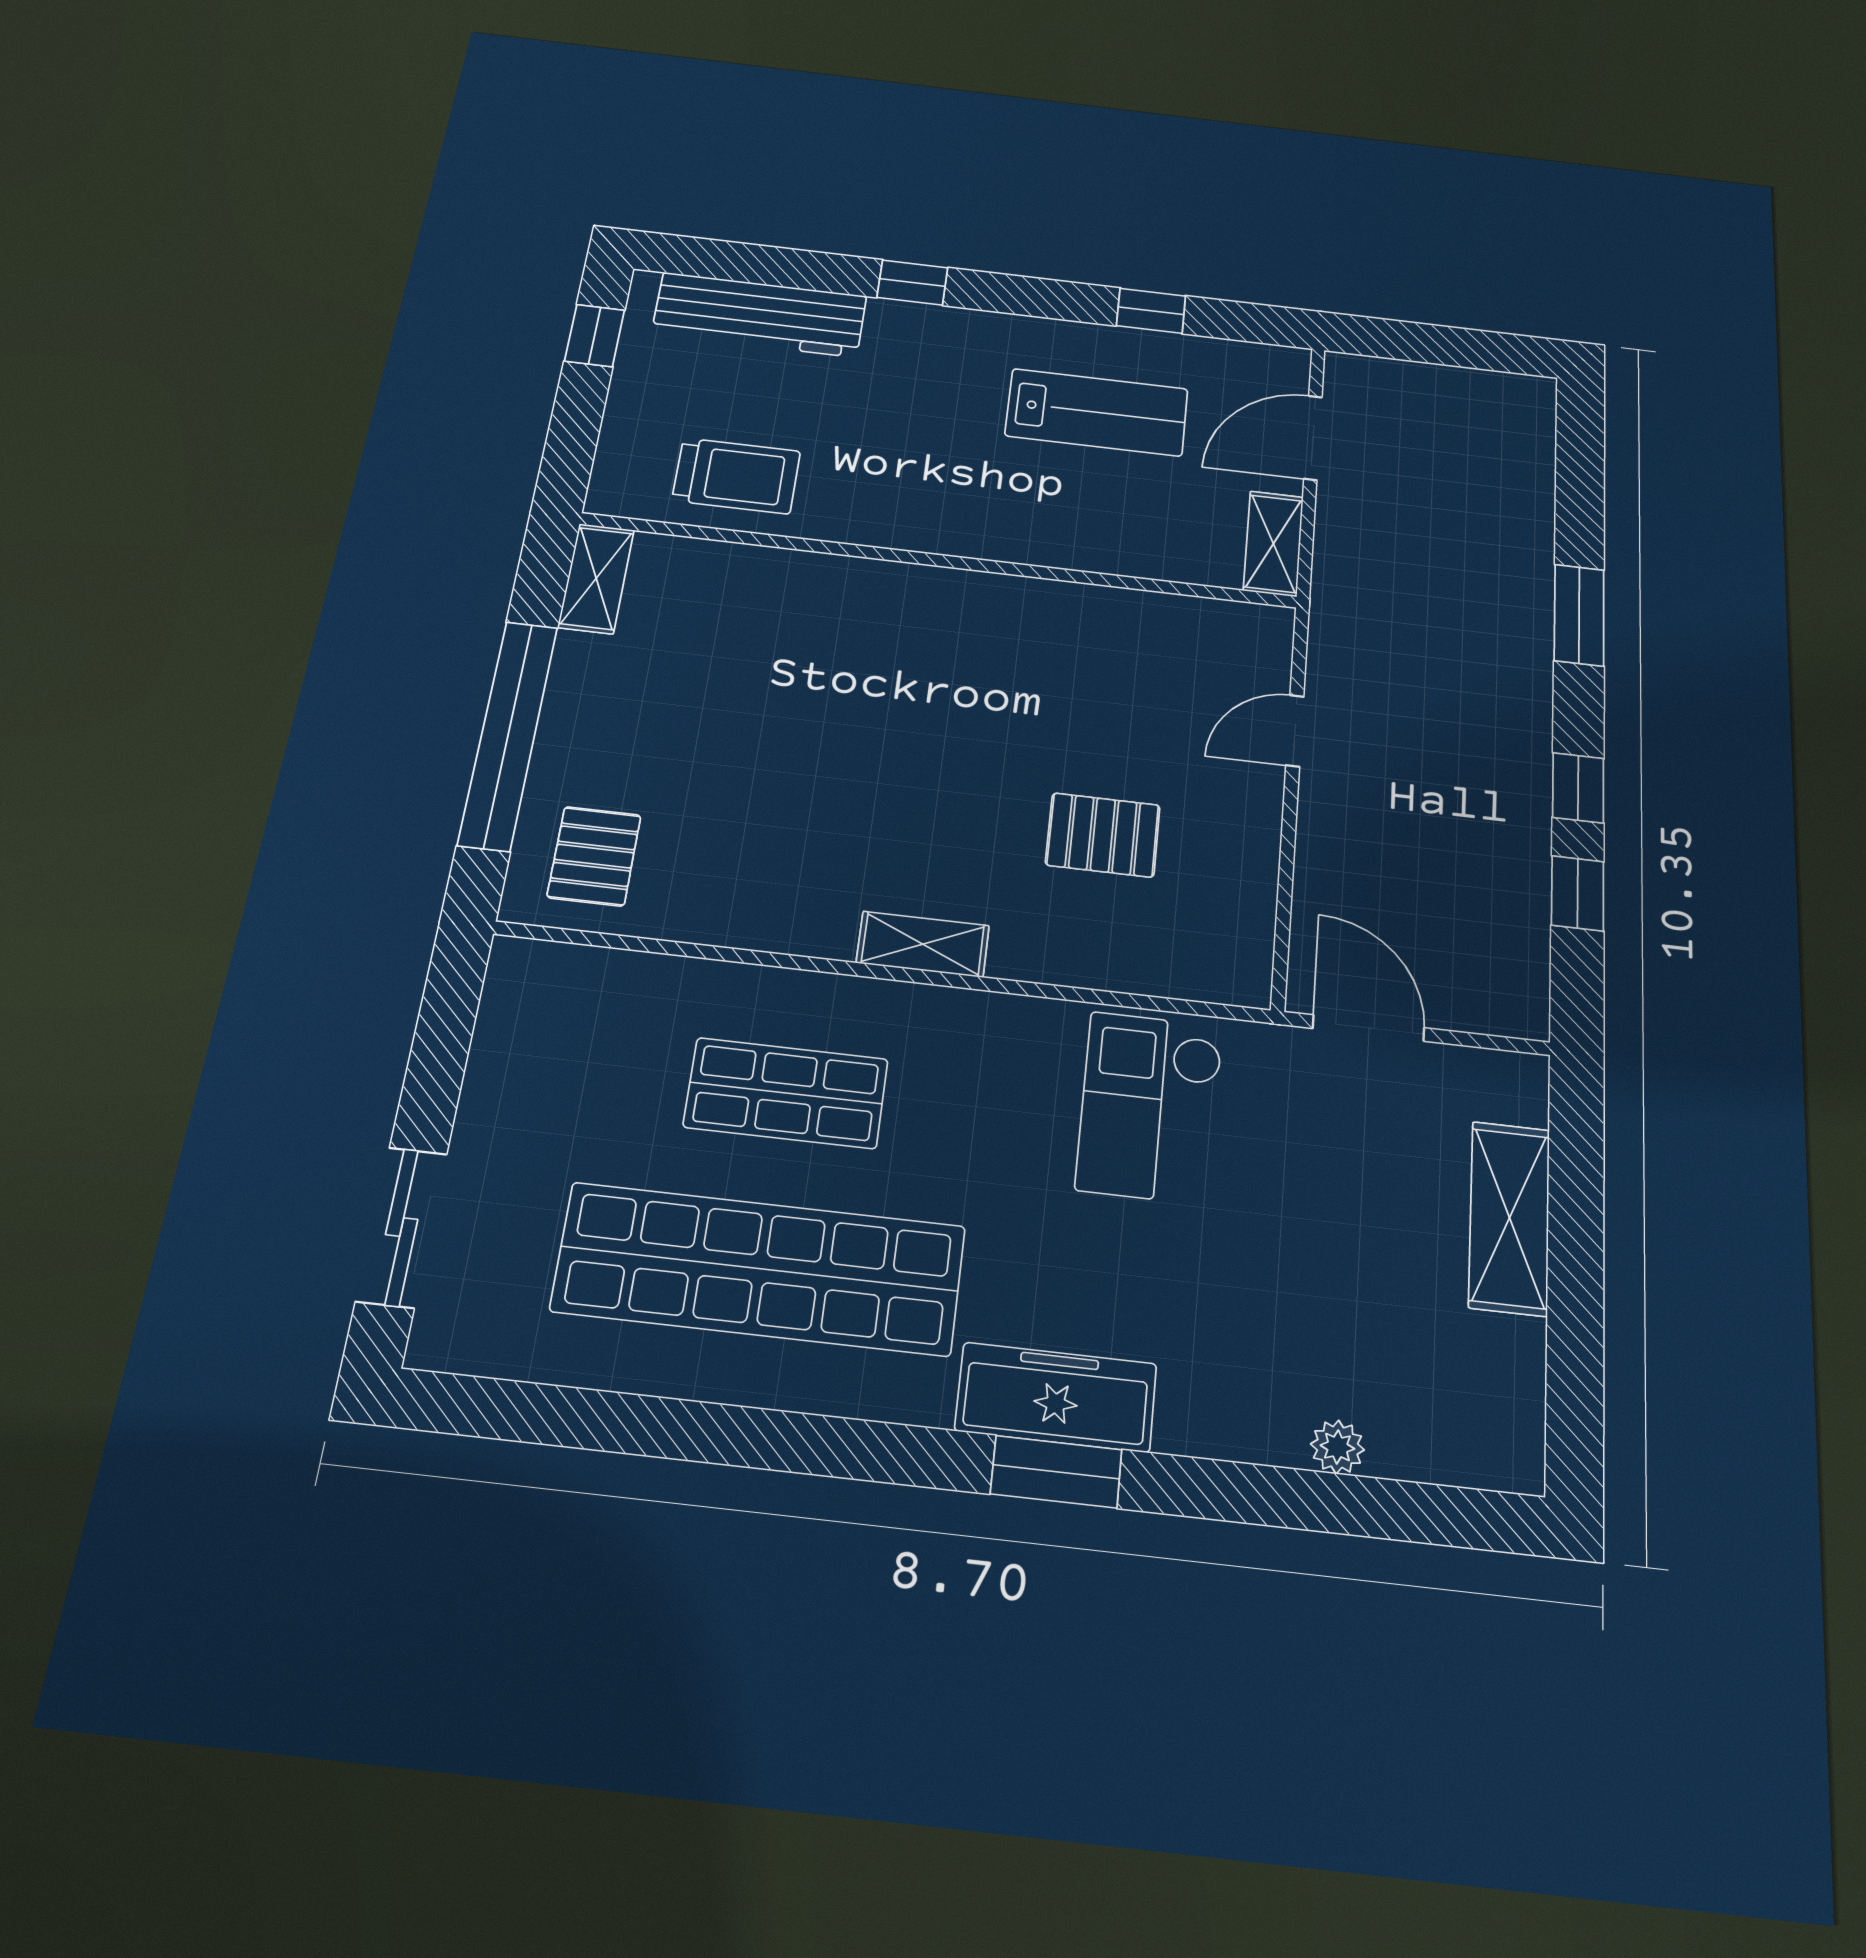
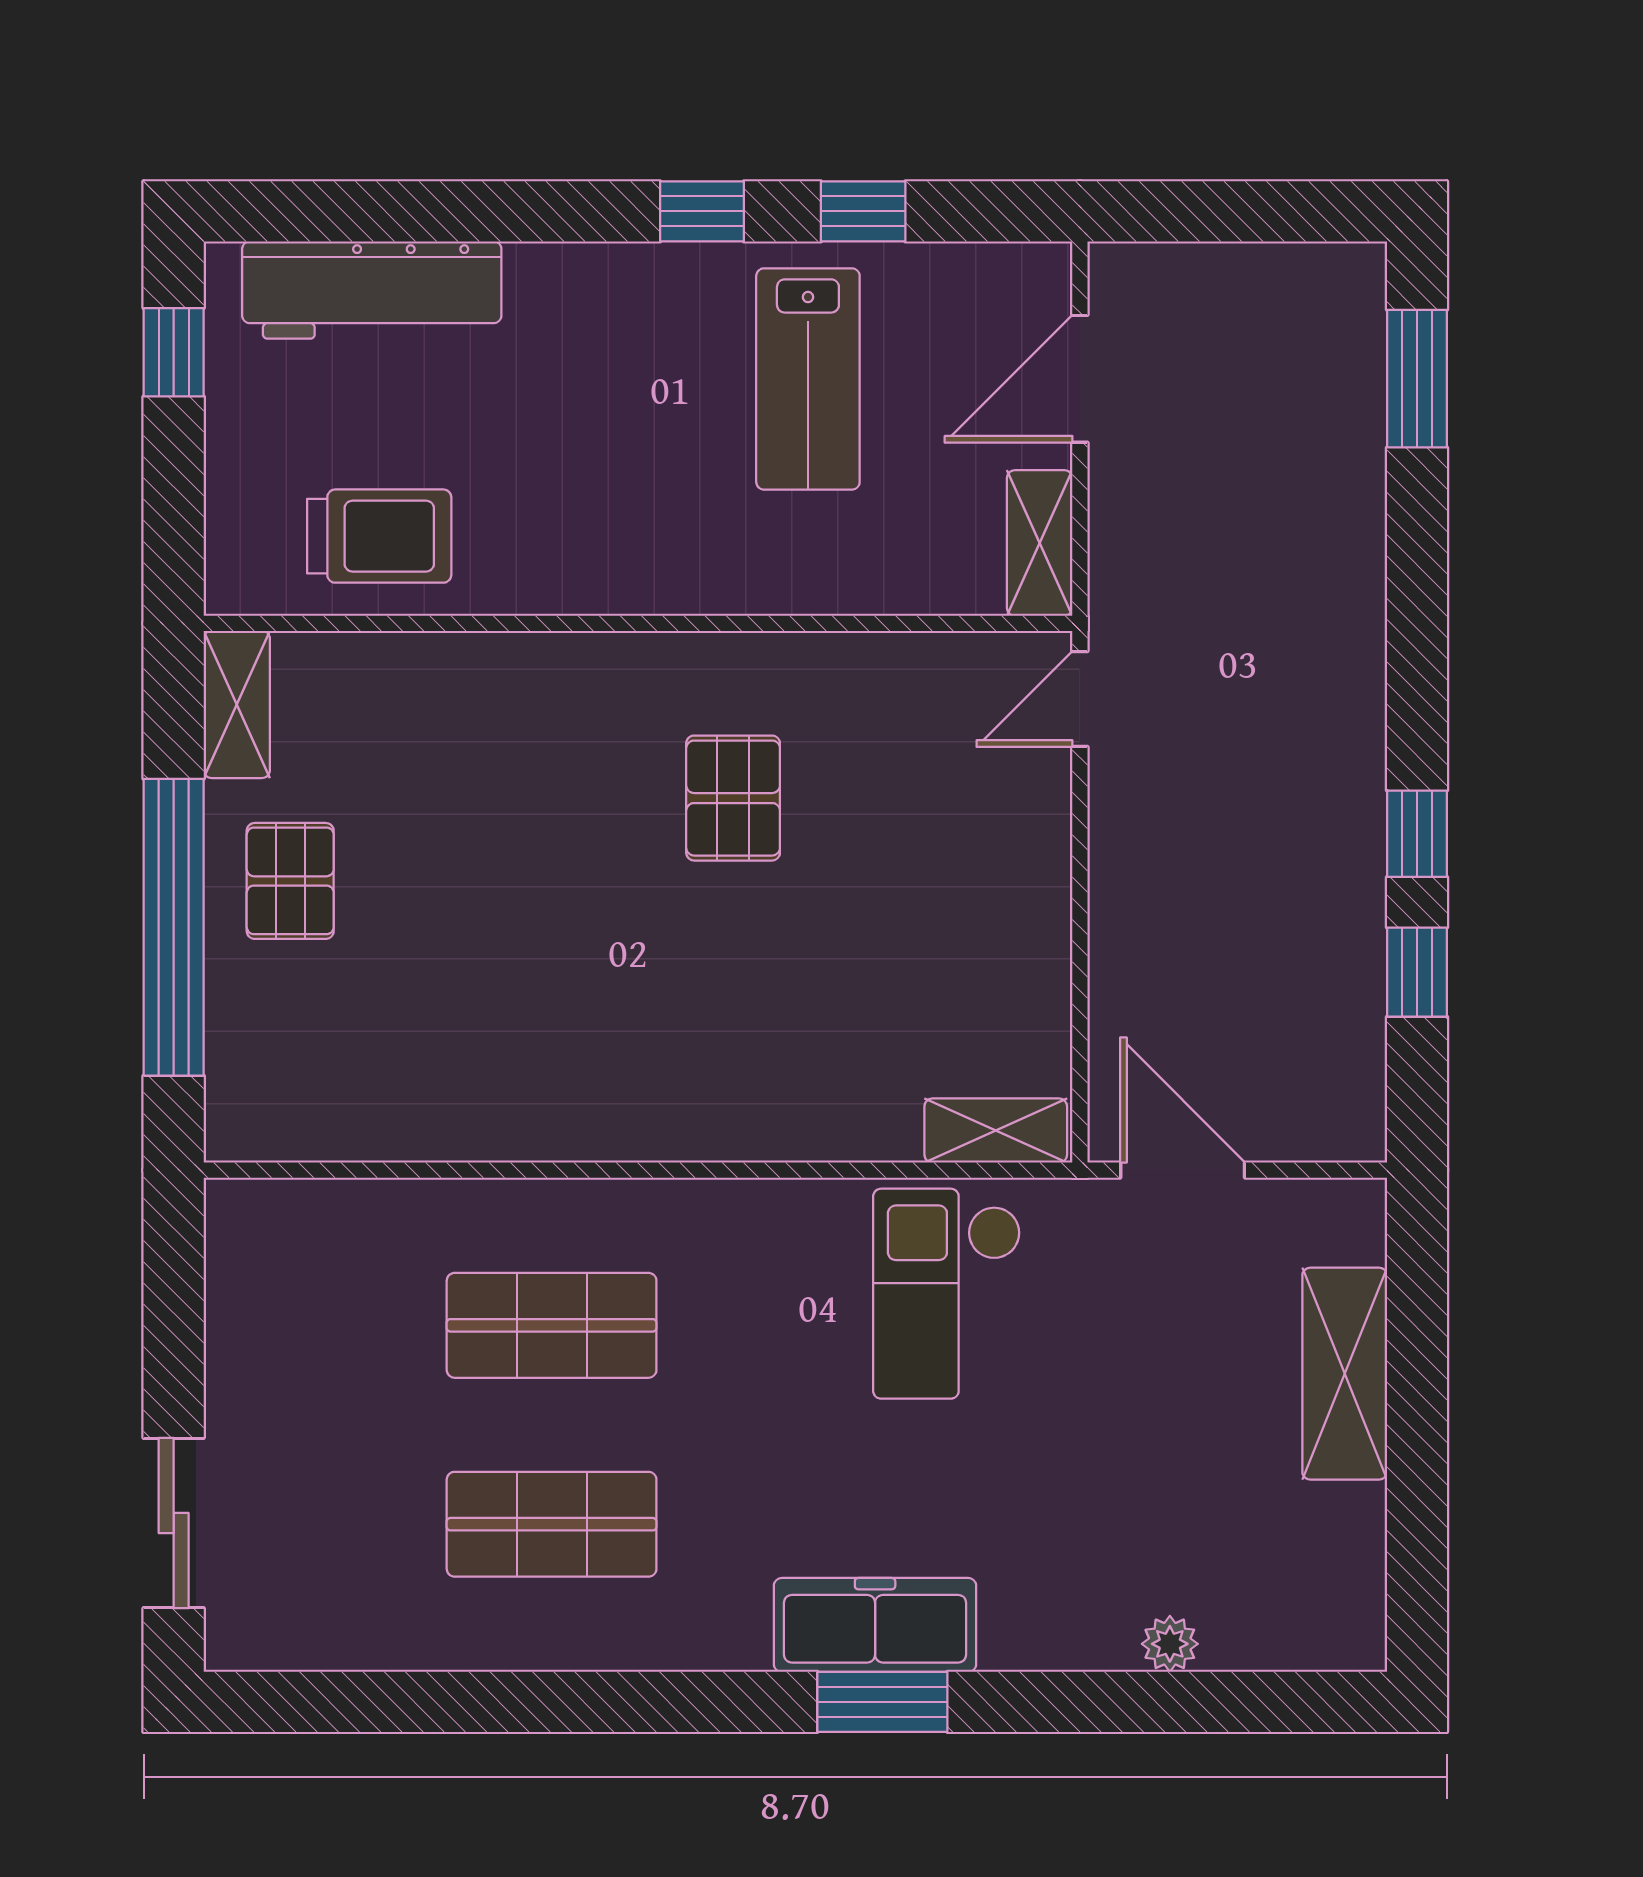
window: (912, 283) -> (702, 211), moved
lab bench: (1097, 412) -> (808, 379), turned 90
window: (1579, 615) -> (1417, 379), moved
door: (1295, 731) -> (1080, 699), moved
pallet: (1103, 835) -> (733, 798), moved, turned 90
pallet: (594, 856) -> (290, 881), moved
shelving: (923, 944) -> (996, 1131), moved
shop shelf: (760, 1269) -> (552, 1524), width x0.50, depth x0.74

